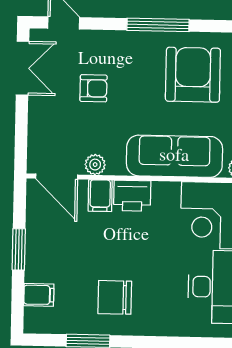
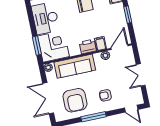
double door: (23, 68) -> (141, 75), moved
armchair: (94, 88) -> (105, 95), moved
door: (57, 177) -> (119, 47), hinge flipped

